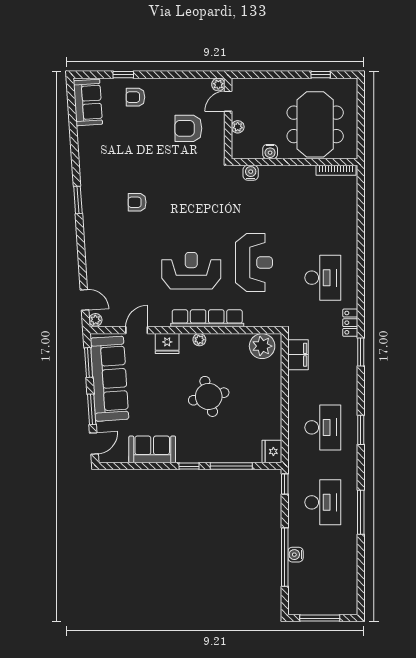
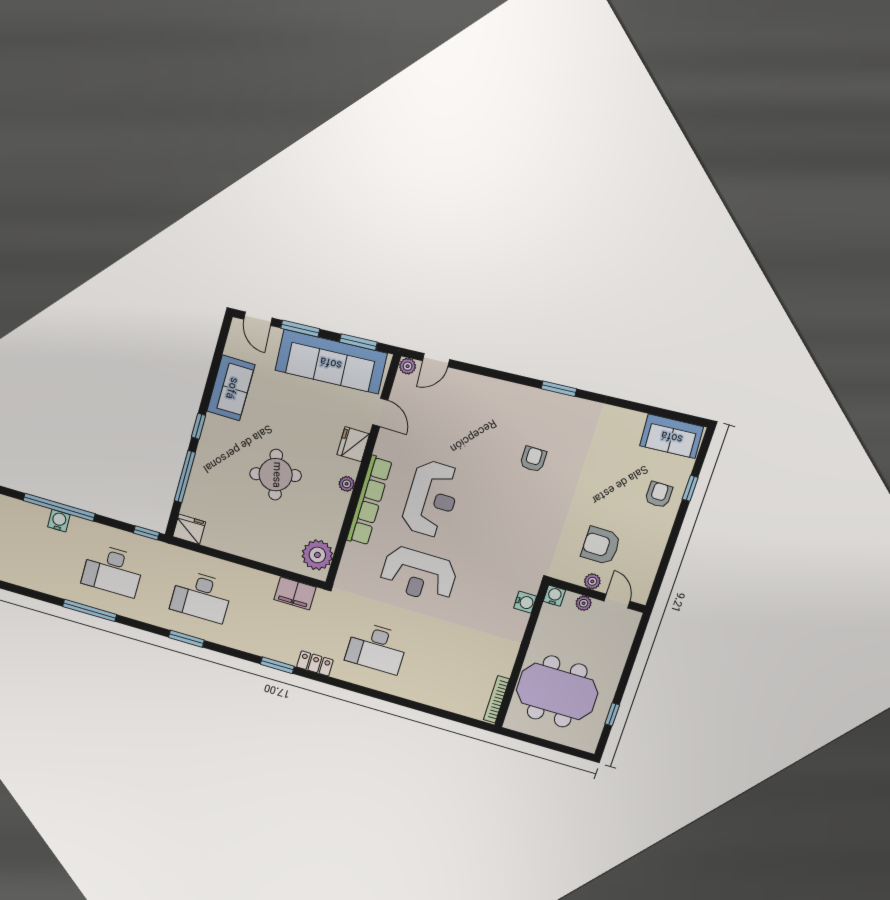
plant: (218, 84) -> (592, 581), moved
armchair: (188, 128) -> (601, 546), turned -90
water cooler: (270, 152) -> (554, 596), moved, turned 90

